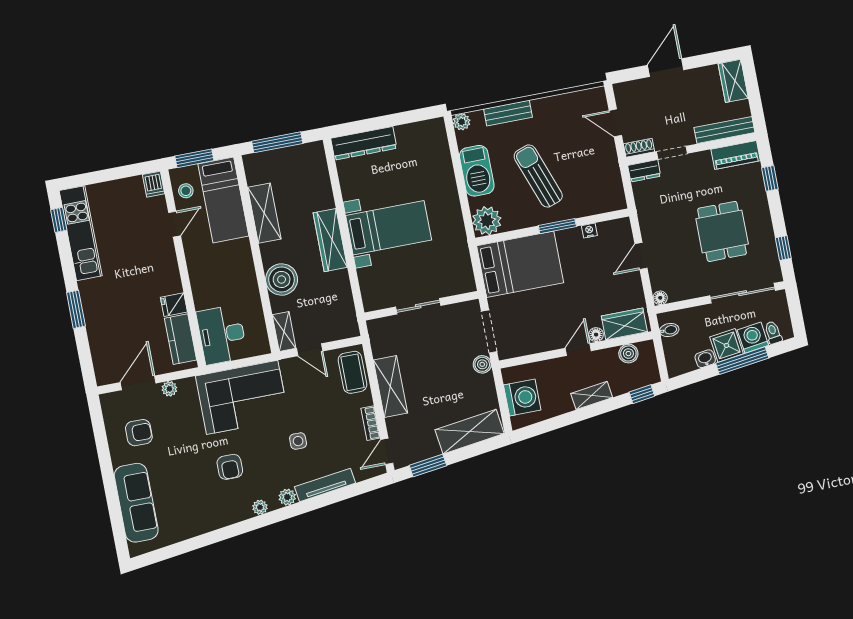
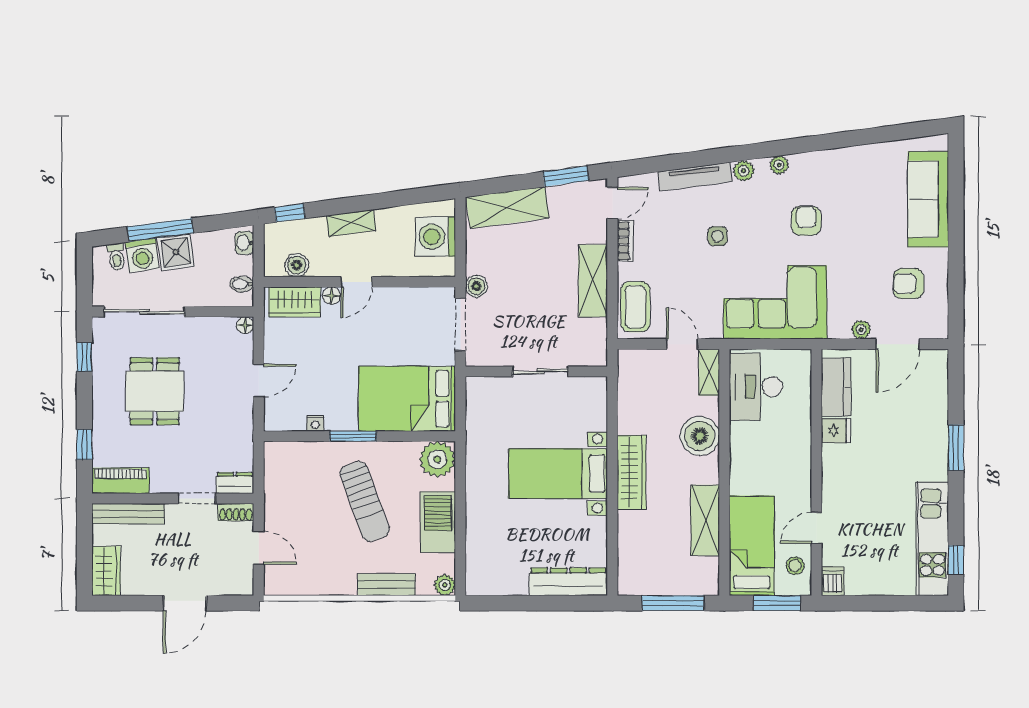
desk: (222, 335) -> (756, 387), moved, turned 180
washbasin: (705, 359) -> (244, 243), moved, turned 98

